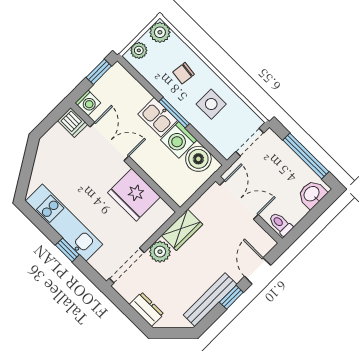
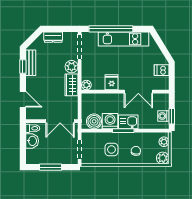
washing machine: (88, 103) -> (163, 116), moved
dishwasher: (73, 122) -> (162, 70), moved
window: (306, 156) -> (51, 167), width x0.69
washbasin: (312, 194) -> (32, 141), moved
fridge: (134, 195) -> (112, 82), width x0.53, depth x0.75
plant: (164, 212) -> (86, 85), added
window: (67, 250) -> (111, 29), width x3.17
window: (231, 297) -> (23, 67), moved
bench: (210, 300) -> (31, 63), width x0.73

